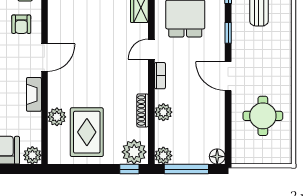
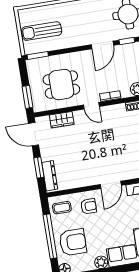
window: (228, 33) -> (127, 41), moved
door: (44, 58) -> (111, 185), swing flipped

